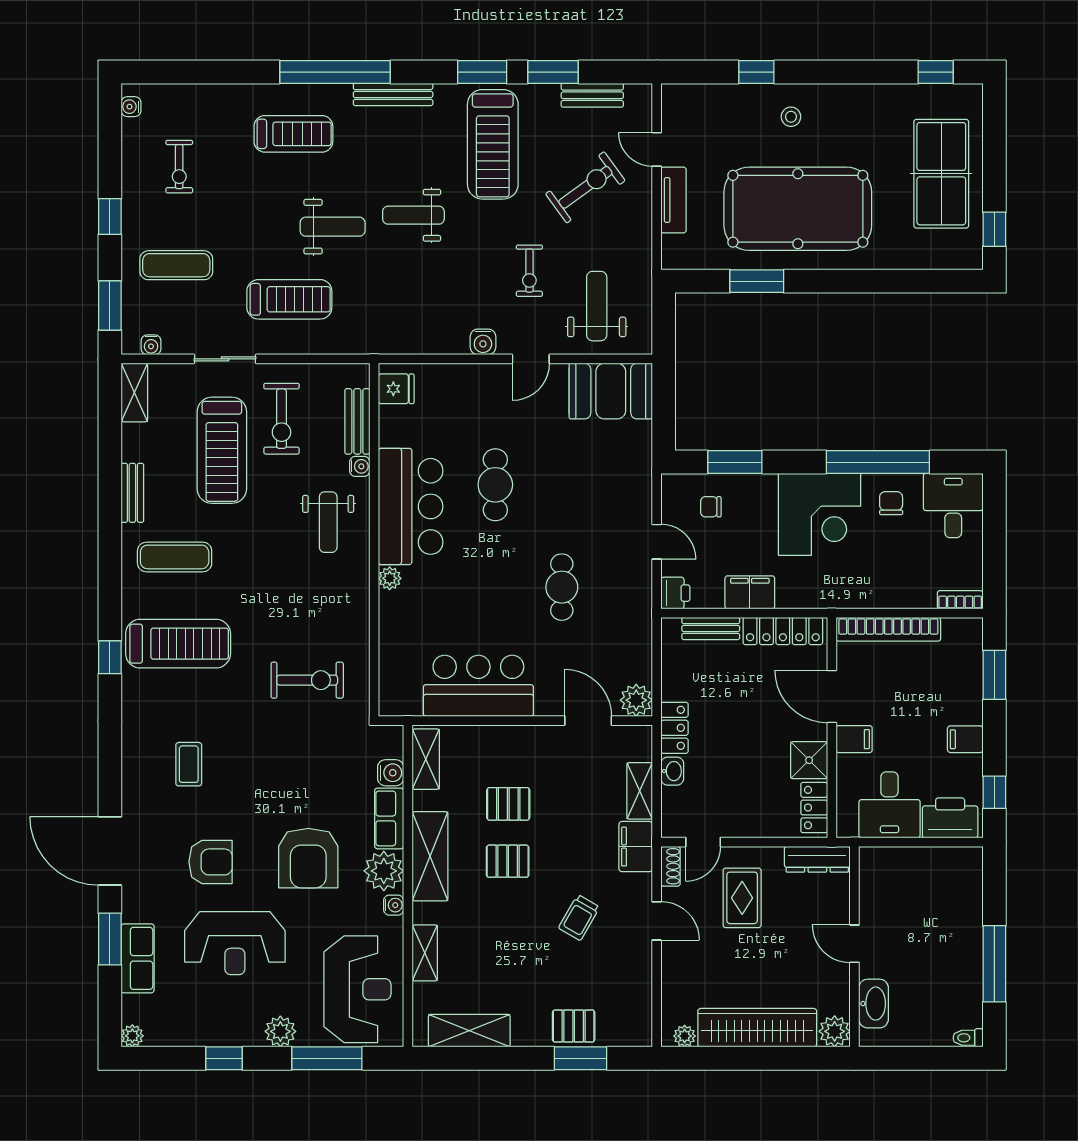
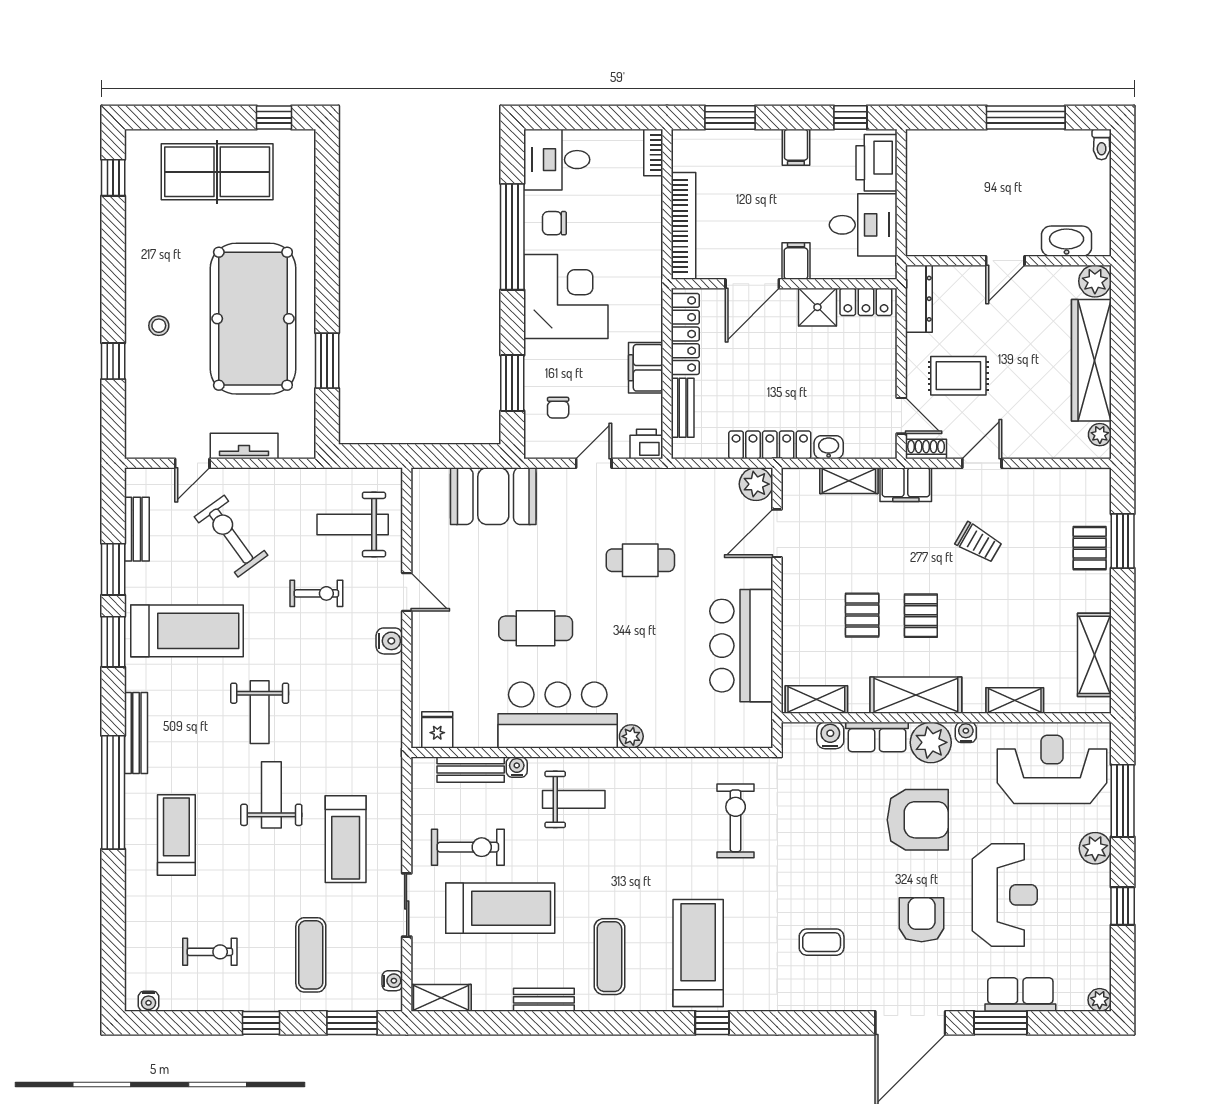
treadmill: (289, 299) -> (346, 839), turned 180
booth: (611, 391) -> (493, 496), moved, turned 90
locker: (674, 728) -> (770, 445), width x1.53

